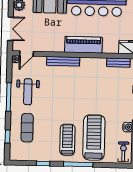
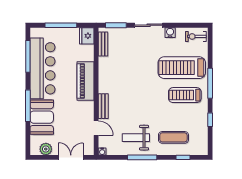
door: (27, 54) -> (96, 128), moved
bench: (63, 61) -> (103, 106), width x0.73
weight bench: (28, 92) -> (136, 138), turned 180

